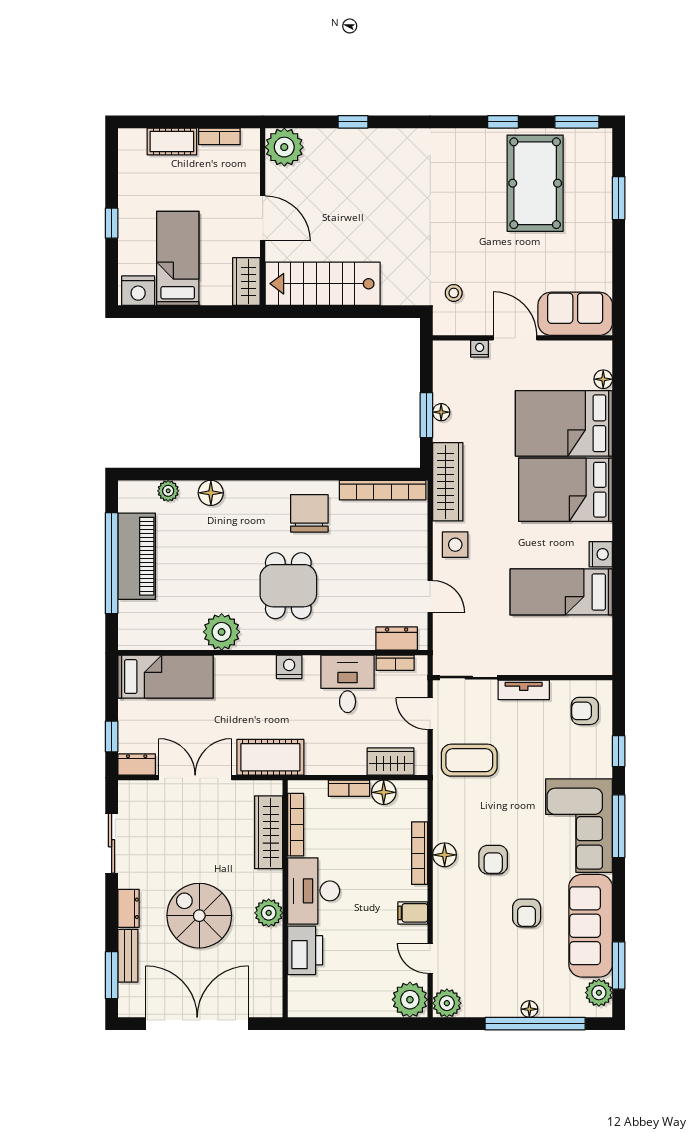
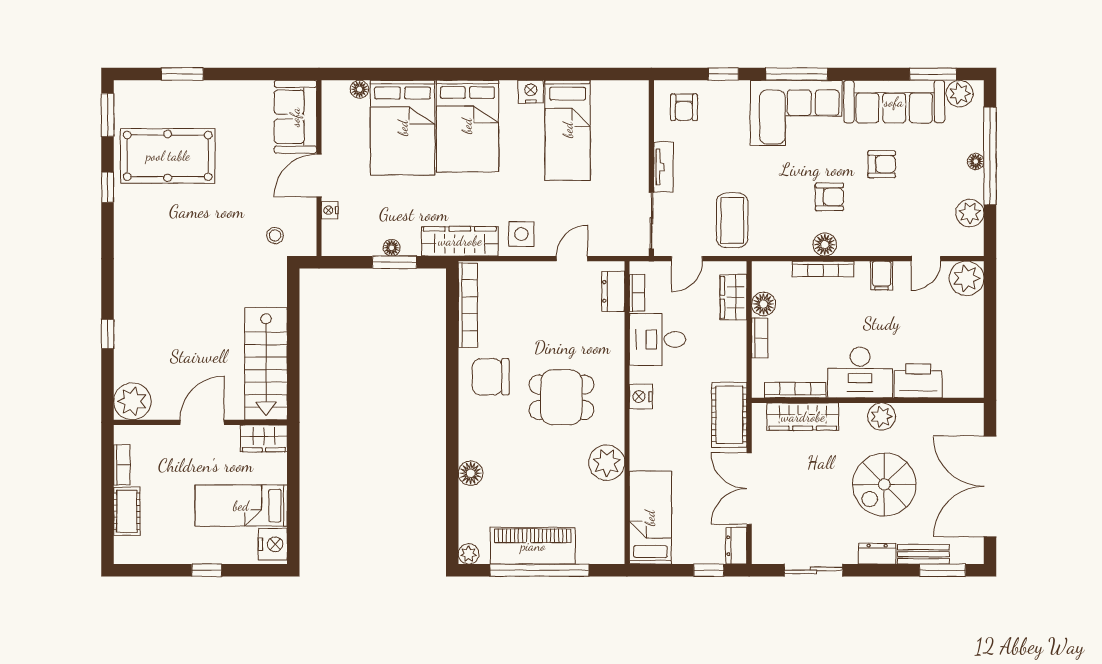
plant: (168, 491) -> (469, 554), moved
plant: (447, 1003) -> (970, 213), moved

